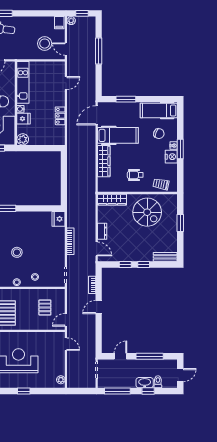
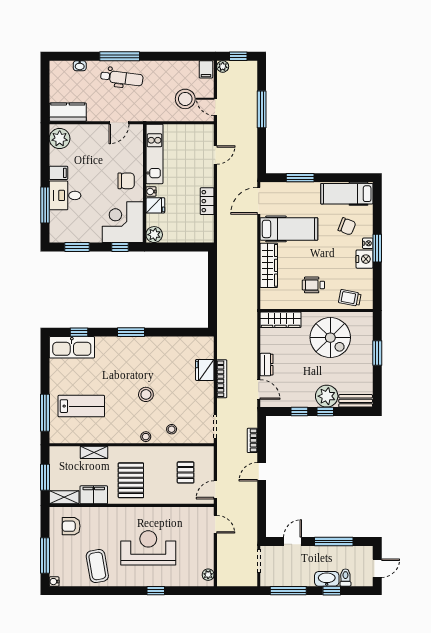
fridge: (58, 219) -> (205, 370), moved
plant: (145, 254) -> (327, 396), added

